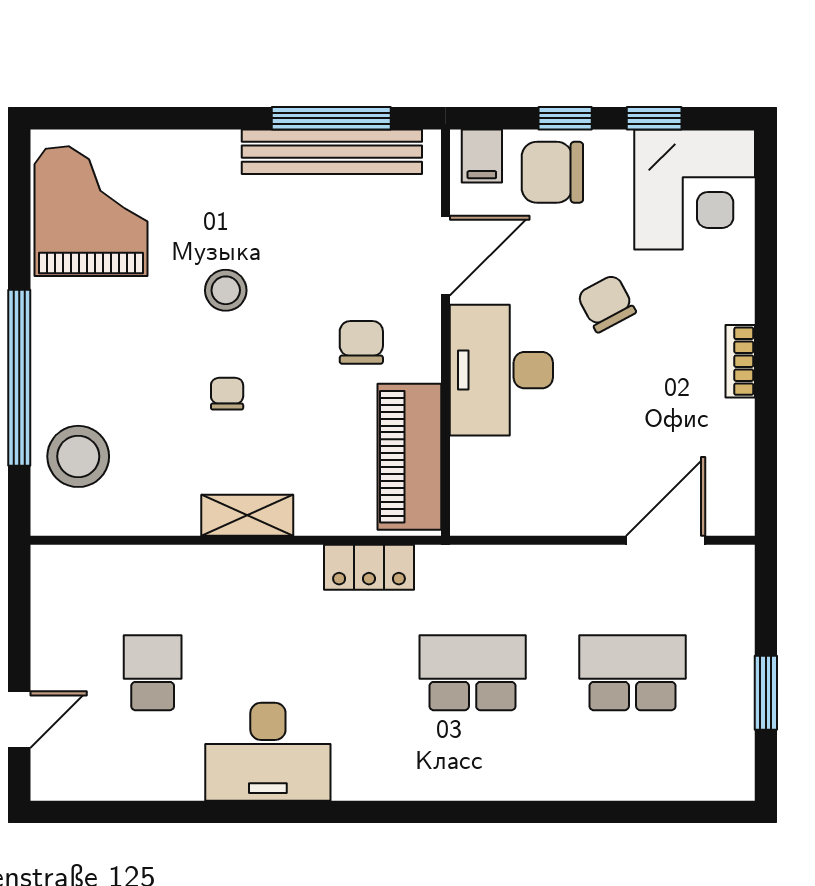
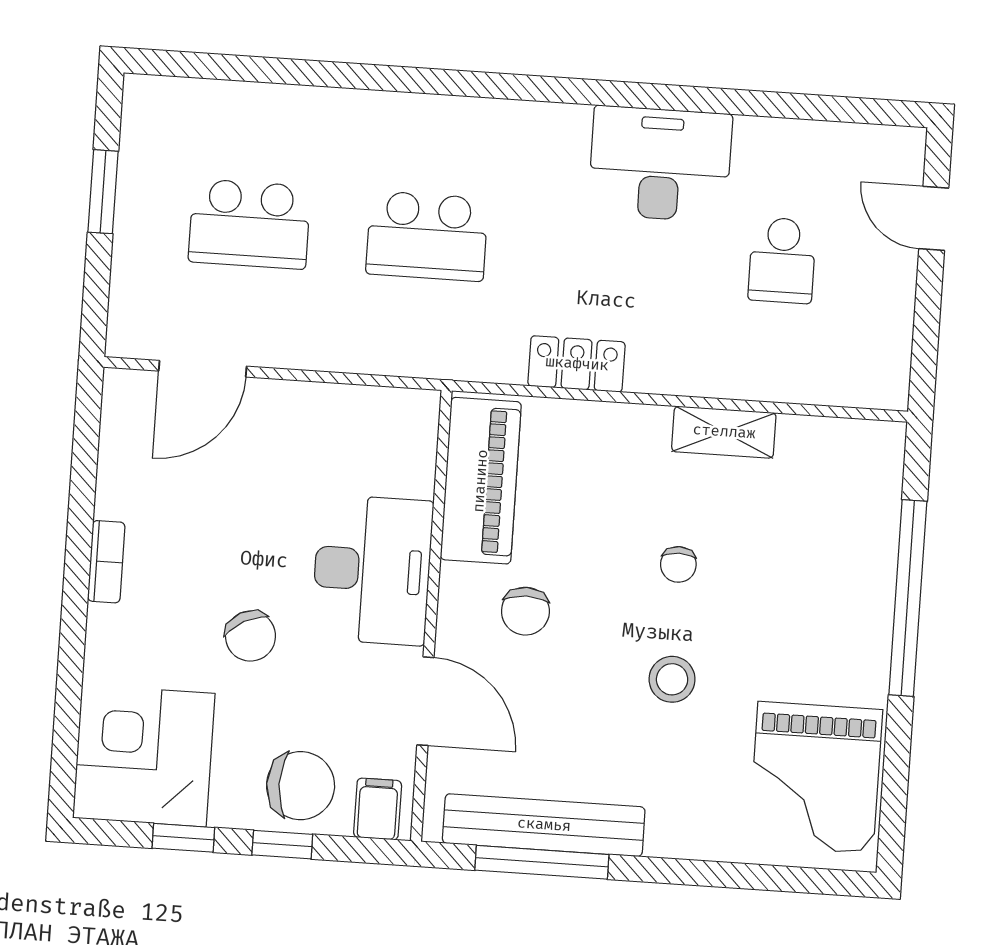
door: (446, 256) -> (425, 701), swing flipped
stool: (78, 456) -> (848, 506), removed
shelving: (247, 515) -> (724, 432), moved
locker: (369, 567) -> (577, 364), moved
door: (19, 720) -> (934, 218), hinge flipped

